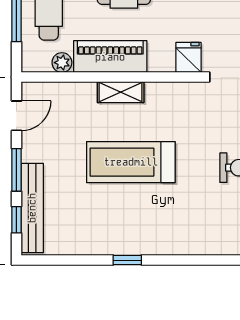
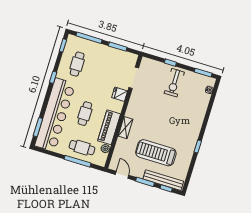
treadmill: (131, 162) -> (156, 153), moved, turned 90

